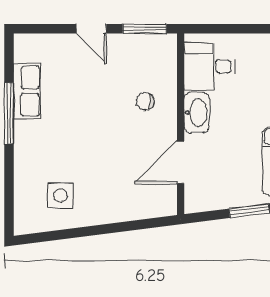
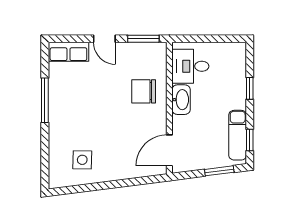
row of seats: (27, 91) -> (68, 52), moved, turned 90
chair: (145, 101) -> (144, 91), width x1.87, depth x1.87
door: (181, 162) -> (169, 150), moved

